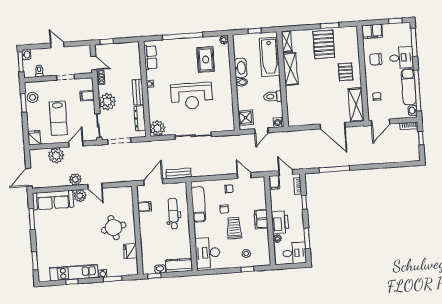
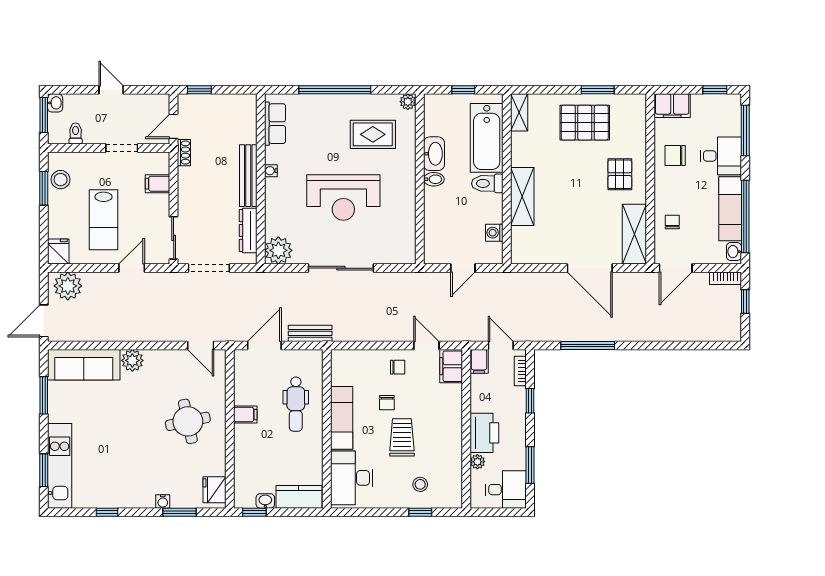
pallet: (324, 44) -> (585, 123), turned 90
rug: (206, 60) -> (373, 134), turned 90
door: (94, 63) -> (174, 126), swing flipped
shelving: (290, 69) -> (522, 196), moved
bench: (138, 92) -> (248, 176), width x1.36
toilet: (273, 97) -> (487, 183), moved
plant: (107, 102) -> (193, 197), removed
shower: (246, 118) -> (436, 243), removed
washing machine: (279, 122) -> (494, 233), moved
plant: (56, 156) -> (68, 286), moved
plant: (75, 179) -> (126, 331), removed
door: (95, 186) -> (201, 346), moved
exam couch: (198, 204) -> (342, 418), moved
filing cabinet: (144, 207) -> (245, 415), moved
dental chair: (173, 214) -> (296, 404), turned 180
filing cabinet: (261, 219) -> (451, 366), moved
fridge: (130, 251) -> (215, 490), moved
kitchen unit: (74, 273) -> (60, 466), moved, turned 90

